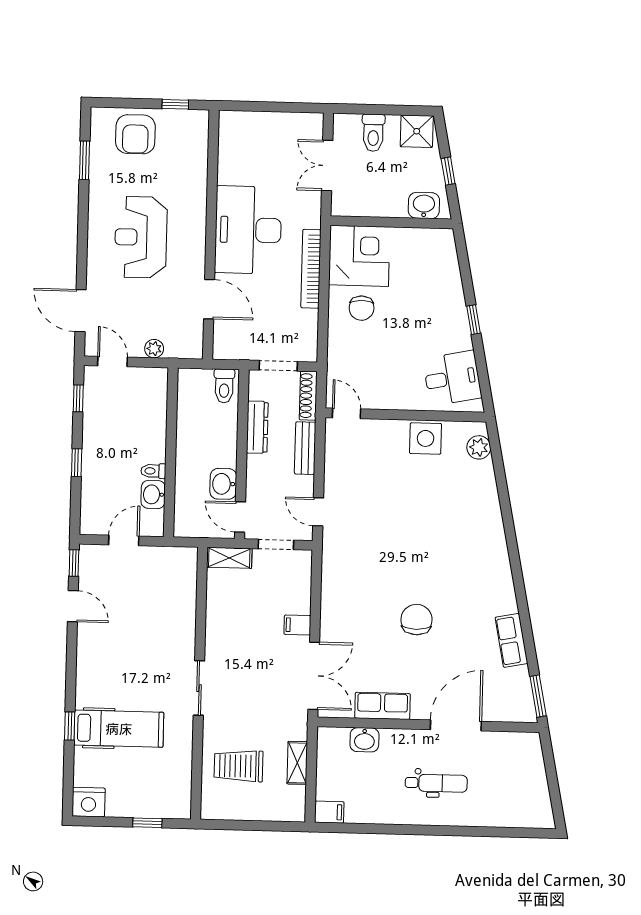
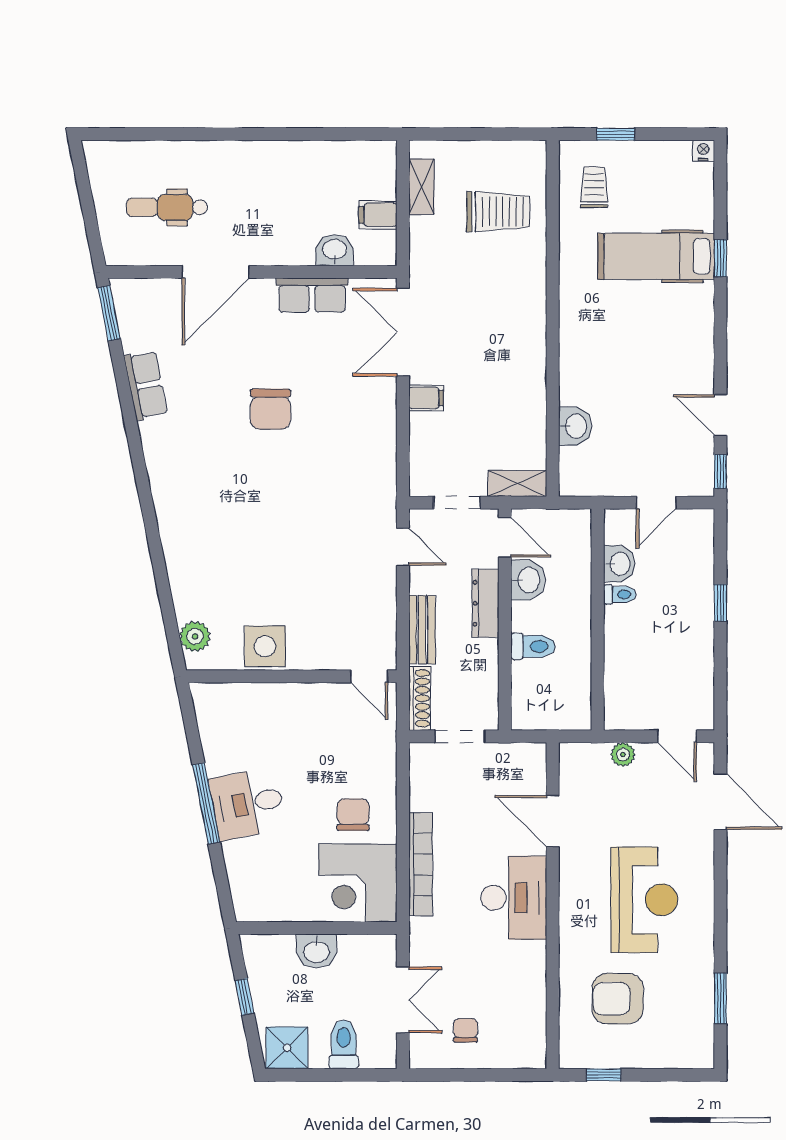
armchair: (135, 134) -> (618, 999), moved, turned -90
chair: (280, 141) -> (466, 1030), added
washbasin: (424, 205) -> (316, 951), moved
desk: (248, 230) -> (514, 898), width x0.73, depth x0.77
window: (473, 320) -> (206, 803), width x2.17
desk: (452, 378) -> (247, 804), moved
toilet: (224, 386) -> (533, 646), moved, turned 90
window: (78, 398) -> (720, 687), removed
dresser: (257, 427) -> (485, 603), moved
washbasin: (184, 601) -> (575, 426), added
sliding door: (199, 688) -> (553, 312), removed
shelving: (297, 763) -> (422, 187), moved
trolley: (165, 783) -> (594, 187), added
dental chair: (436, 783) -> (167, 207), moved
nightstand: (88, 802) -> (703, 151), width x0.53, depth x0.56
filing cabinet: (329, 812) -> (378, 215), moved

